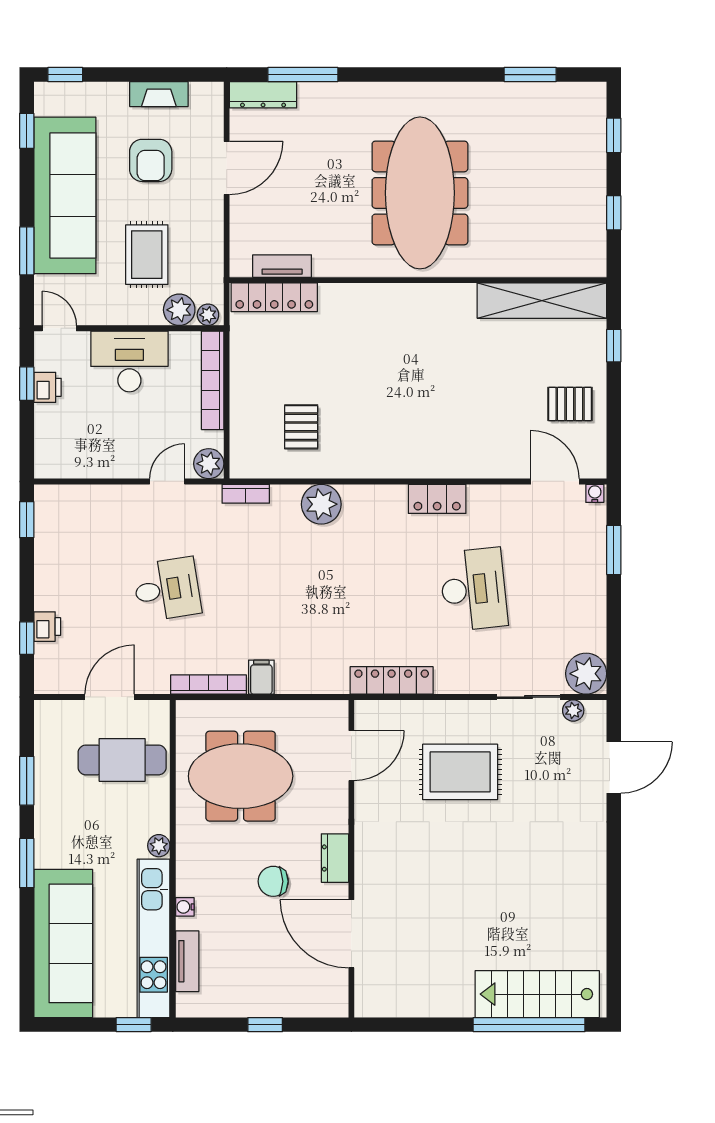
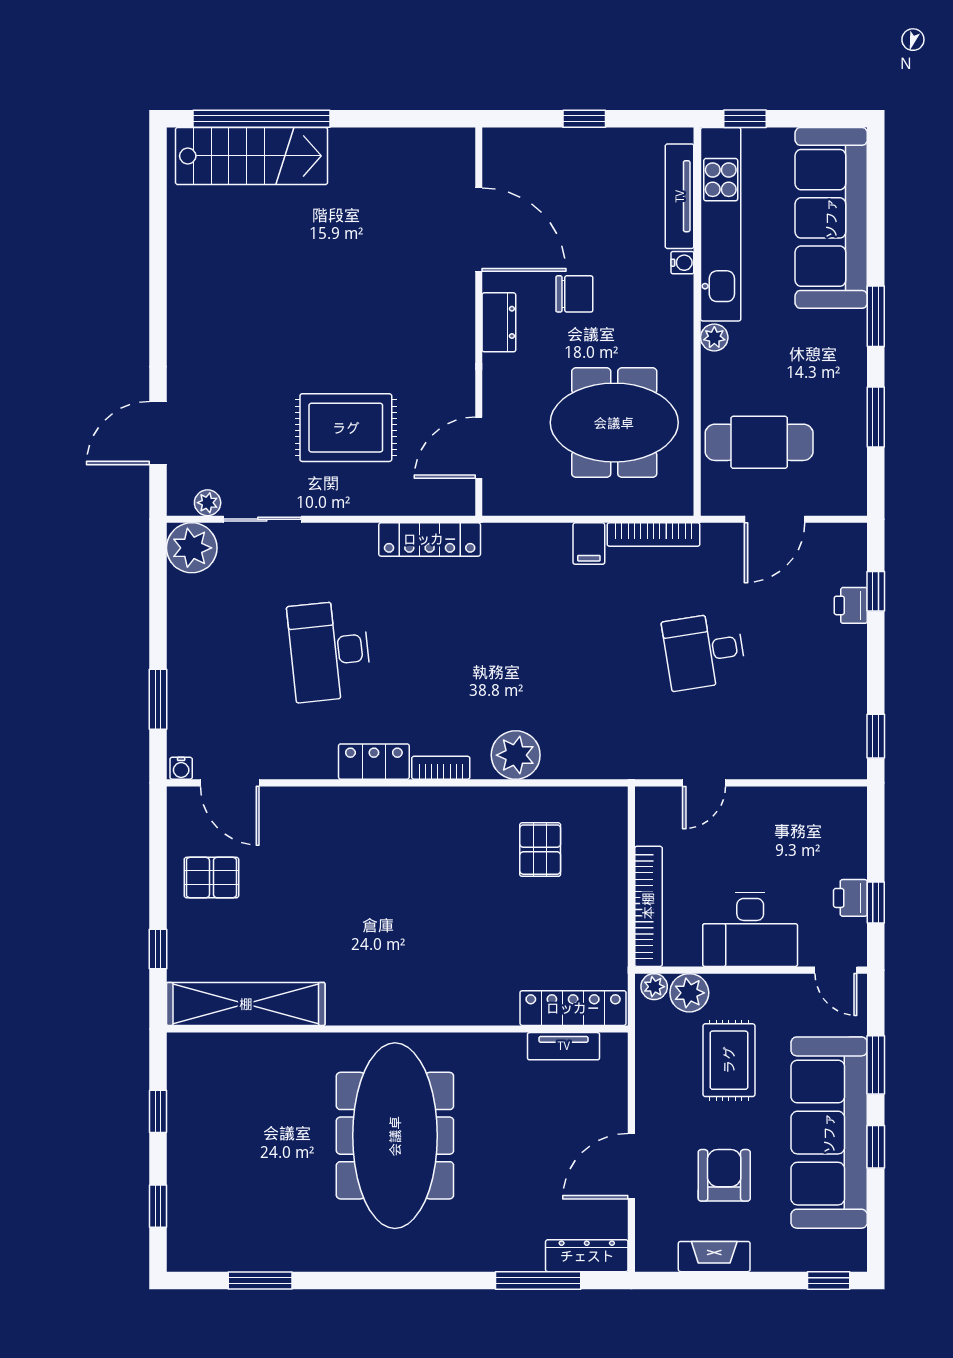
window: (27, 131) -> (876, 1147), moved
plant: (209, 464) -> (653, 805), removed
bookcase: (246, 494) -> (441, 768), moved
tv unit: (187, 961) -> (680, 196), width x1.41

